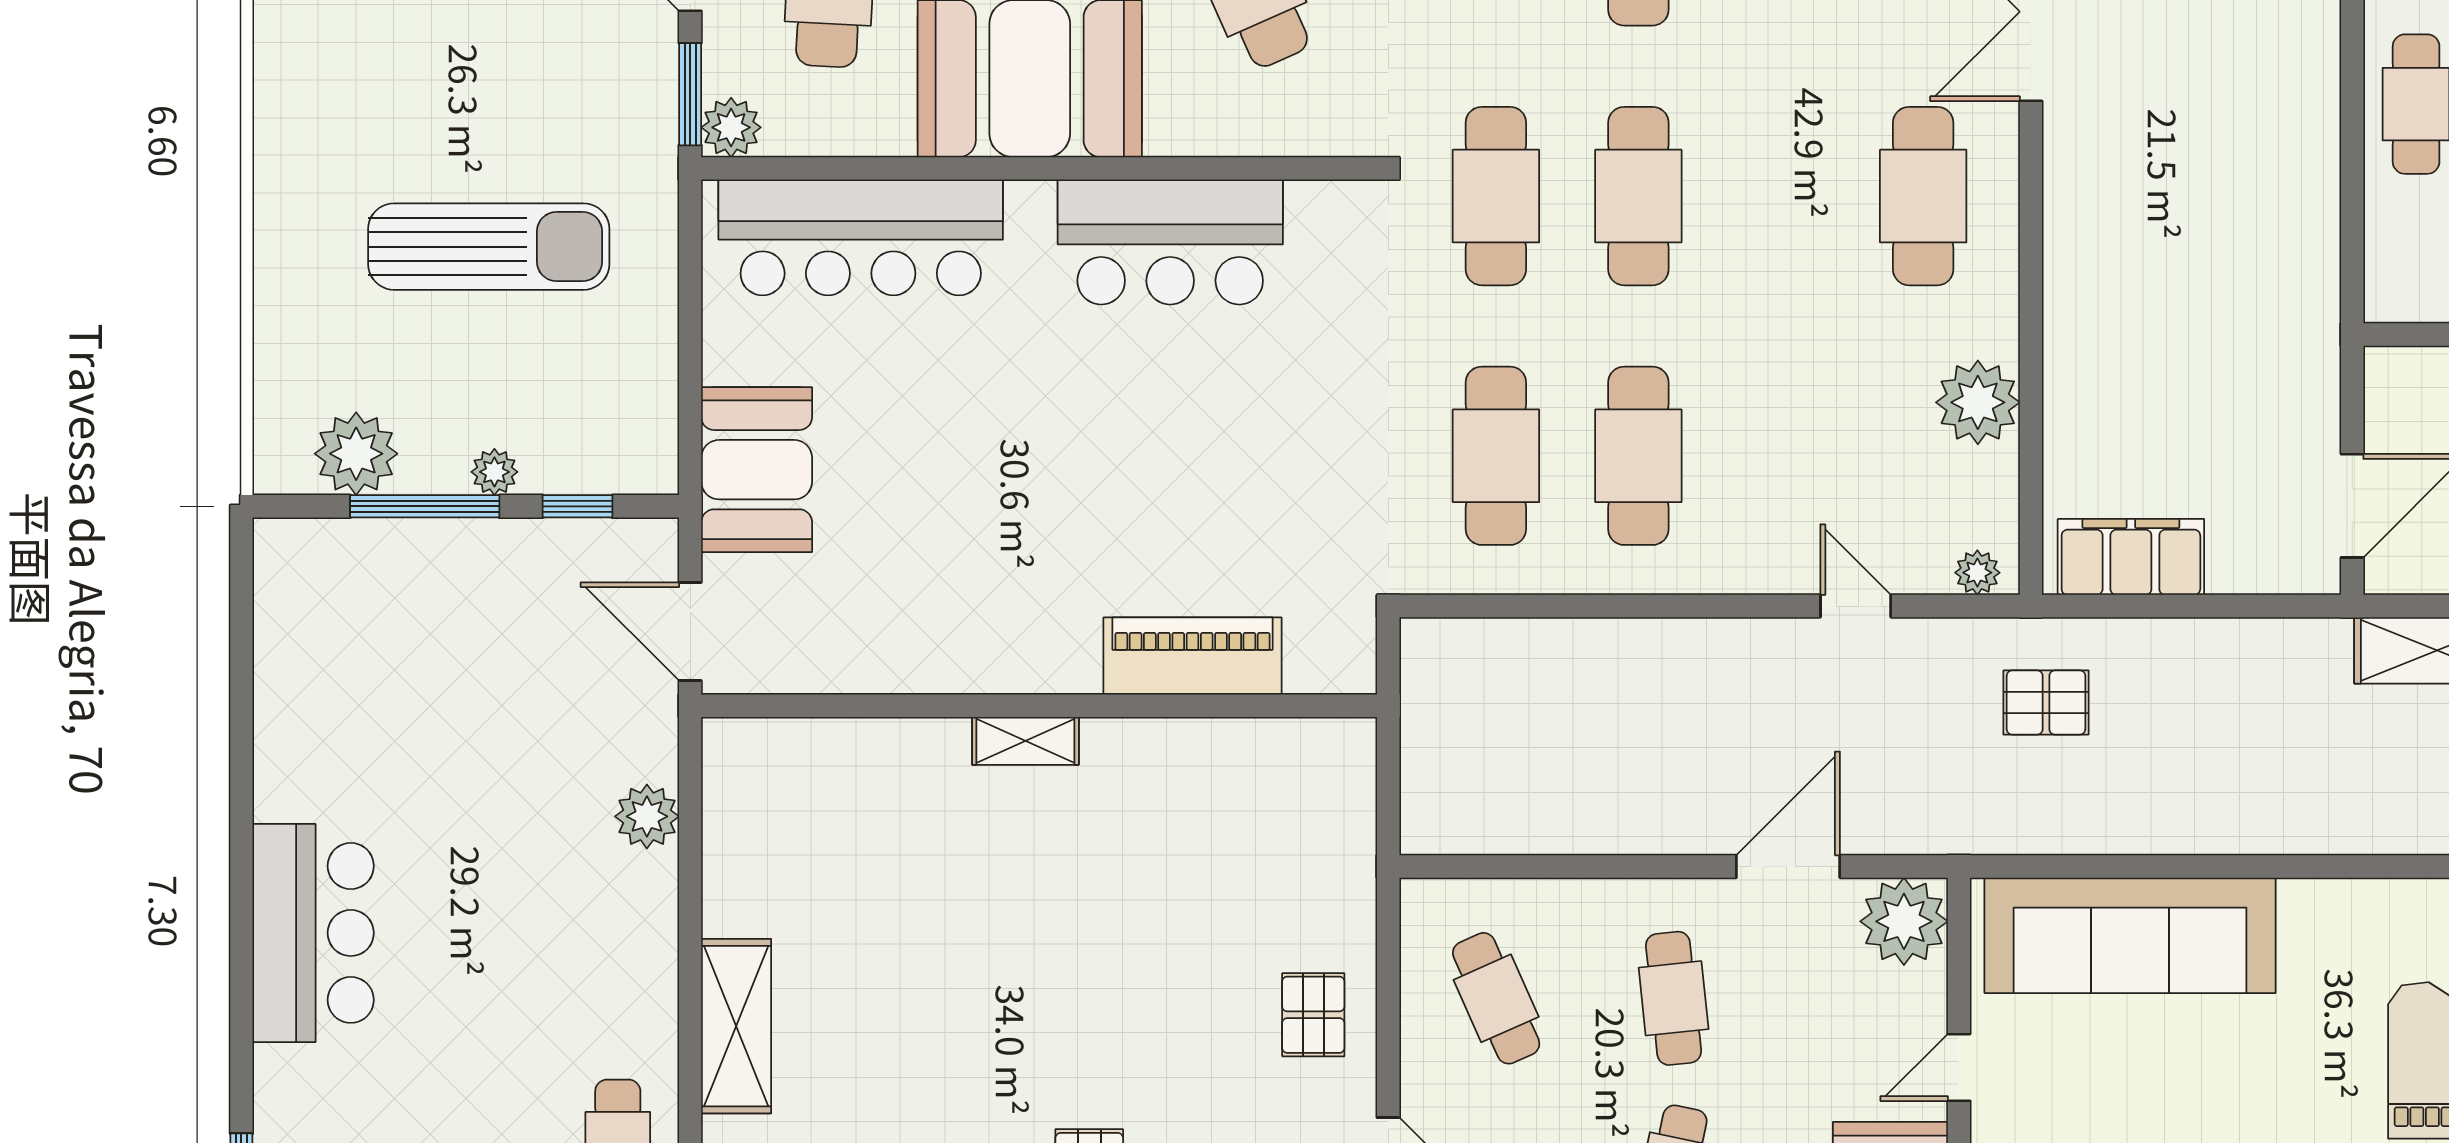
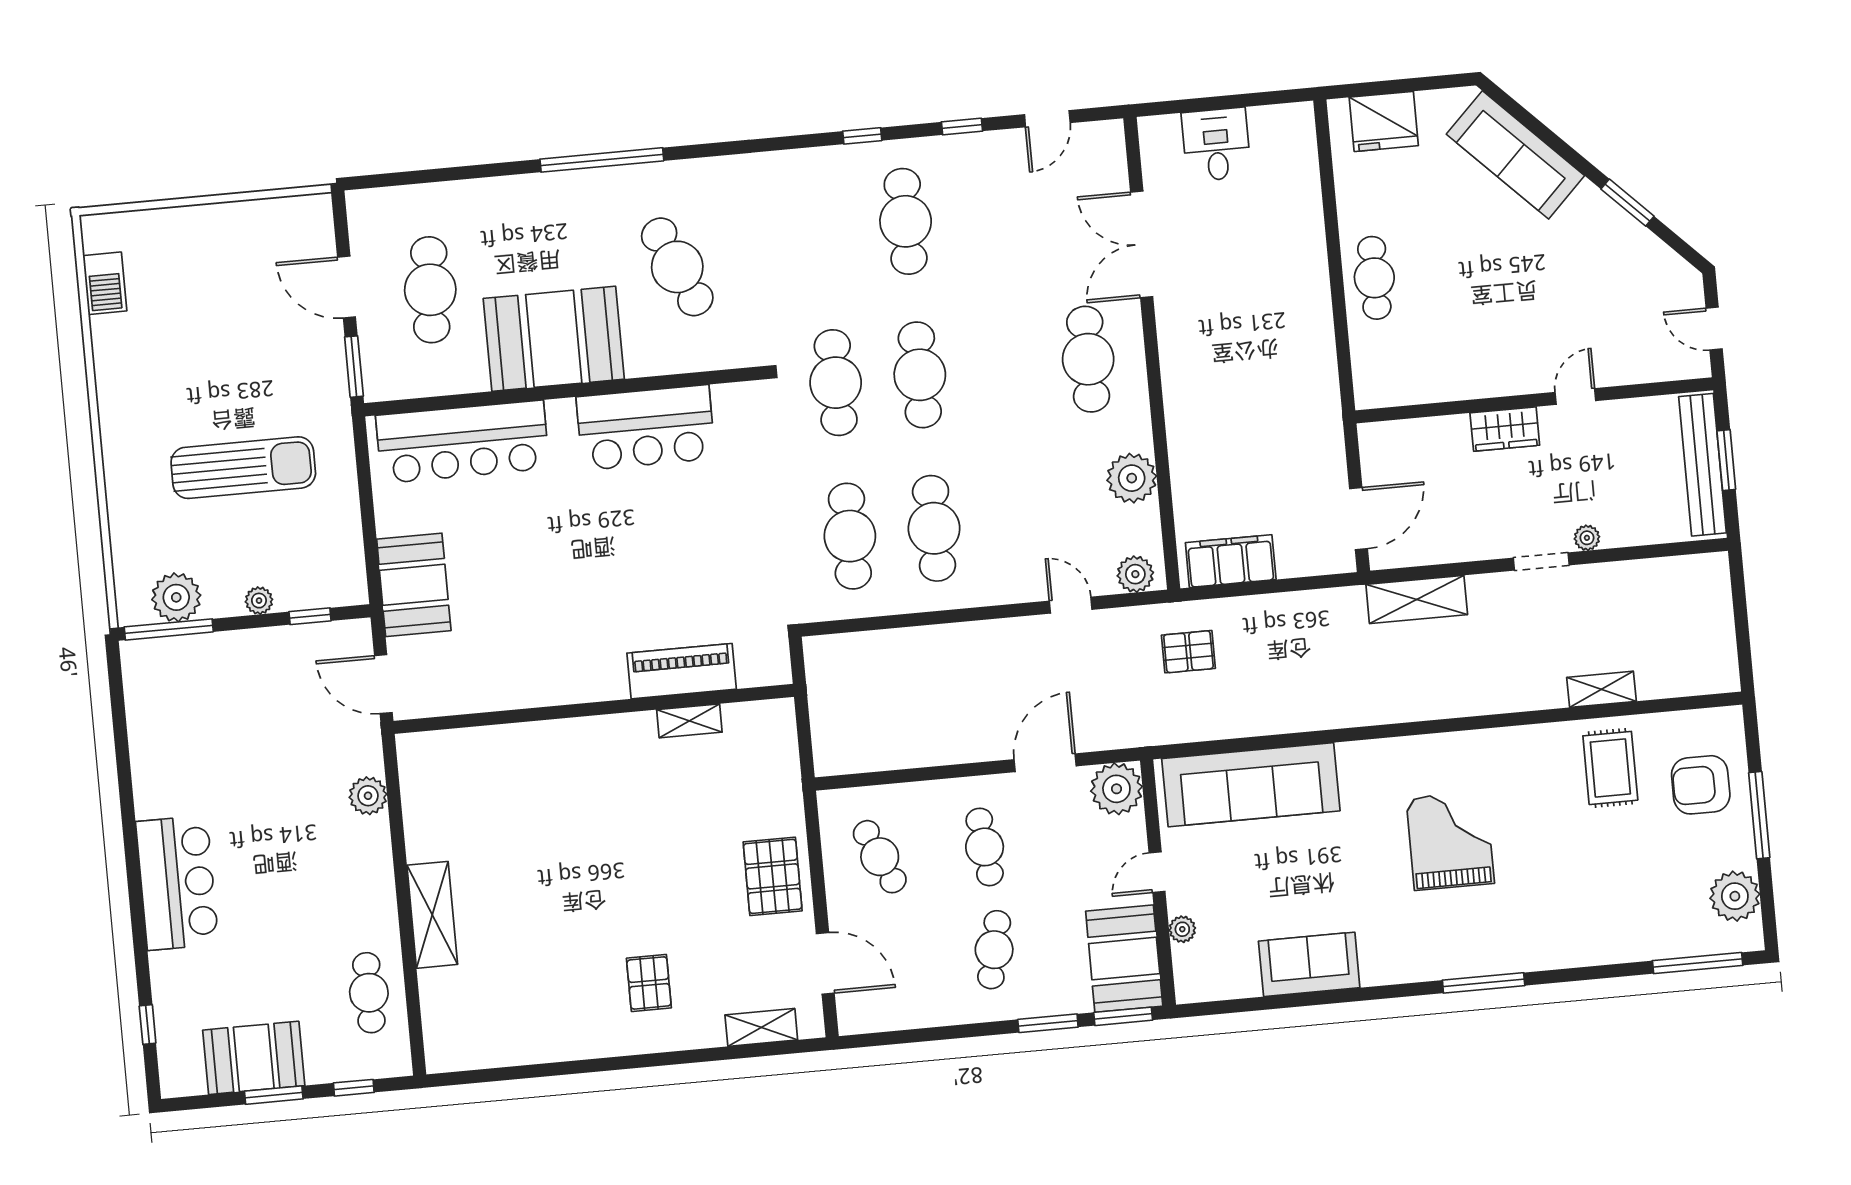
plant: (731, 127) -> (380, 384), removed
window: (425, 506) -> (169, 629), moved
plant: (1977, 573) -> (1135, 574), width x1.38, depth x1.38
shelving: (1025, 741) -> (689, 721), moved
pallet: (1313, 1015) -> (773, 876), width x1.50, depth x1.42

